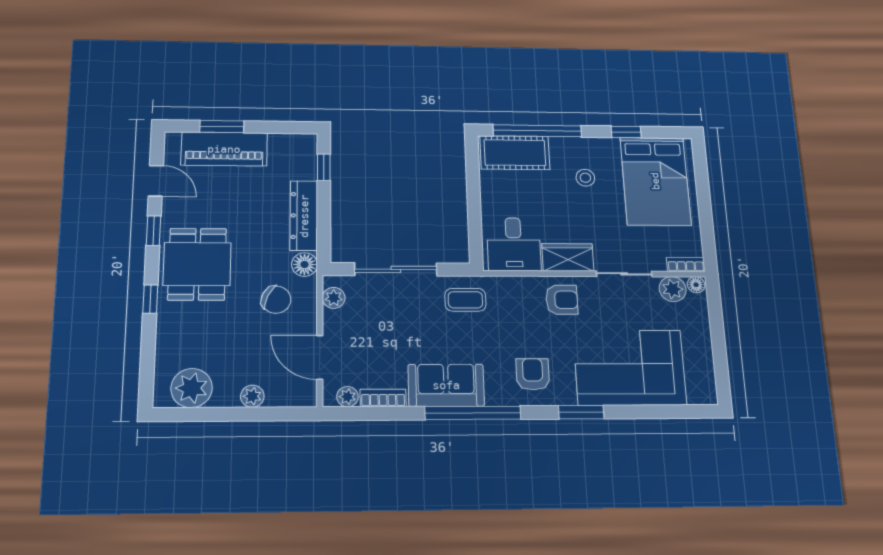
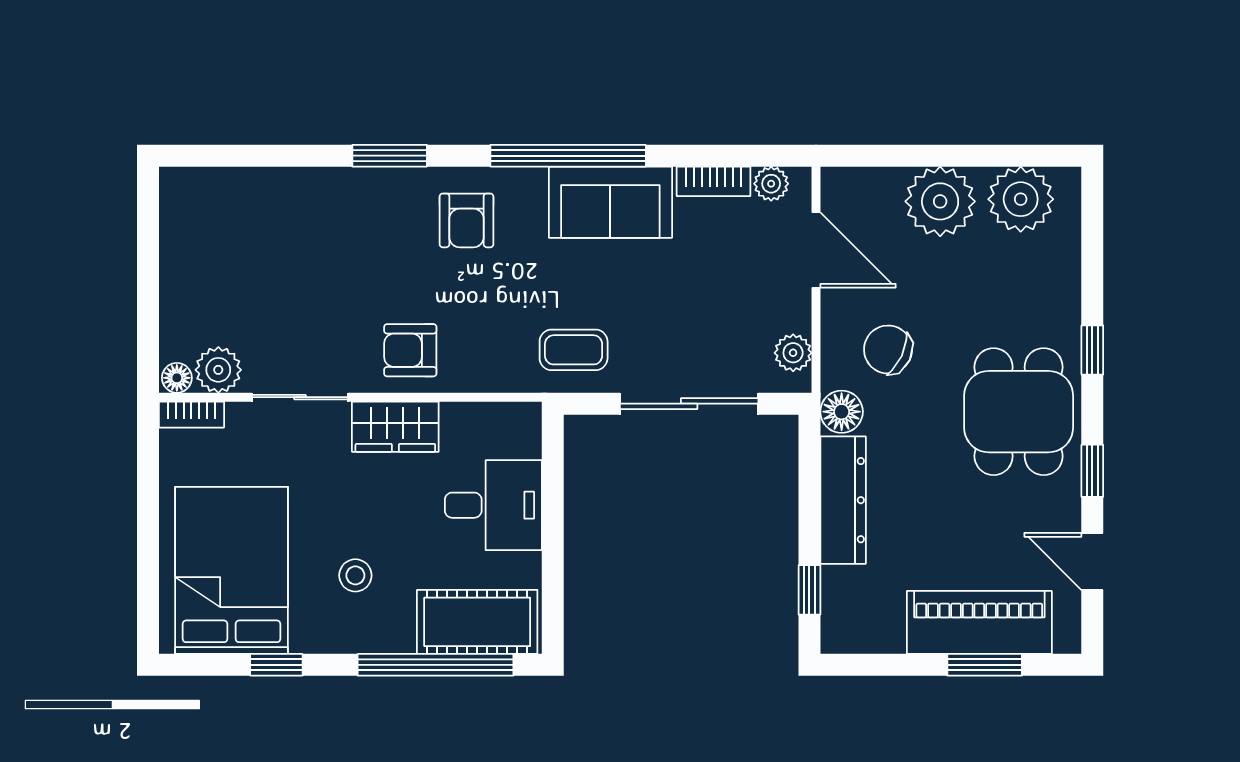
desk: (514, 244) -> (493, 505), moved, turned 90
corner sofa: (630, 368) -> (303, 231), removed
plant: (252, 396) -> (940, 201), width x1.88, depth x1.88

